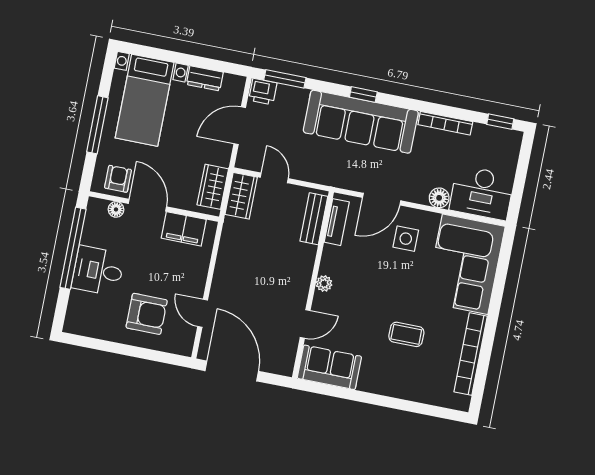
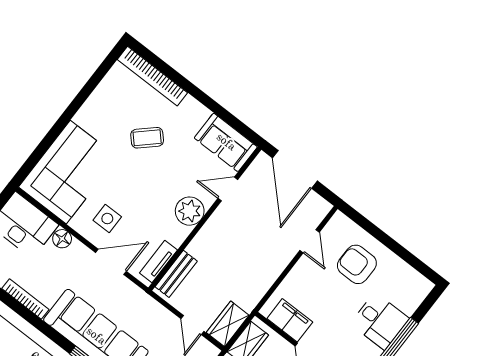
plant: (324, 284) -> (190, 211), width x1.87, depth x1.87
coffee table: (406, 334) -> (147, 138), turned -43
bookcase: (471, 354) -> (152, 76), moved, turned 90
door: (232, 371) -> (295, 169), moved

